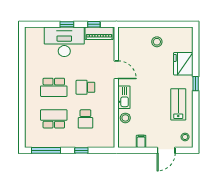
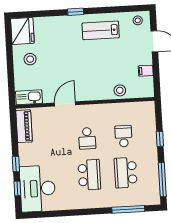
window: (94, 24) -> (17, 188), moved
desk: (64, 42) -> (38, 189), moved
fridge: (183, 64) -> (22, 31), moved, turned -90
kitchen sink: (124, 97) -> (29, 97), moved
window: (22, 119) -> (128, 209), added
school desk: (85, 119) -> (124, 136), turned -90

